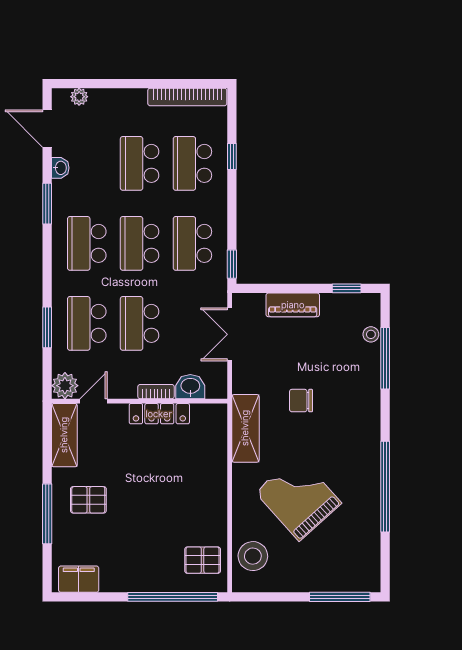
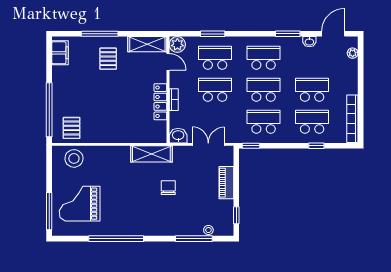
washbasin: (190, 387) -> (178, 136), moved, turned -90
grand piano: (298, 498) -> (80, 204), moved, turned -138

